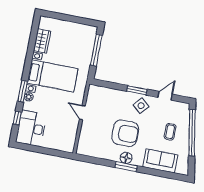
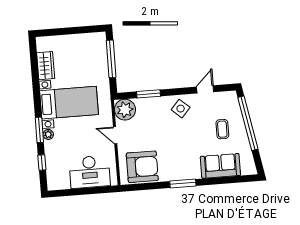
window: (137, 90) -> (148, 94), moved
plant: (96, 94) -> (125, 110), added
desk: (31, 128) -> (90, 172), moved, turned -90
armchair: (125, 133) -> (142, 167), moved
floor lamp: (126, 158) -> (180, 173), removed

